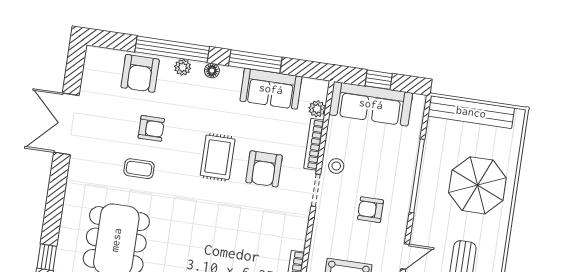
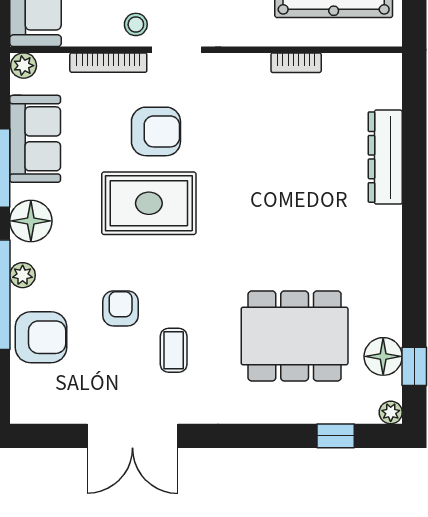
floor lamp: (212, 71) -> (31, 221), width x1.89, depth x1.89
plant: (317, 109) -> (24, 66), moved
rug: (218, 157) -> (149, 203), width x1.36, depth x1.43
coffee table: (139, 169) -> (174, 350), moved

